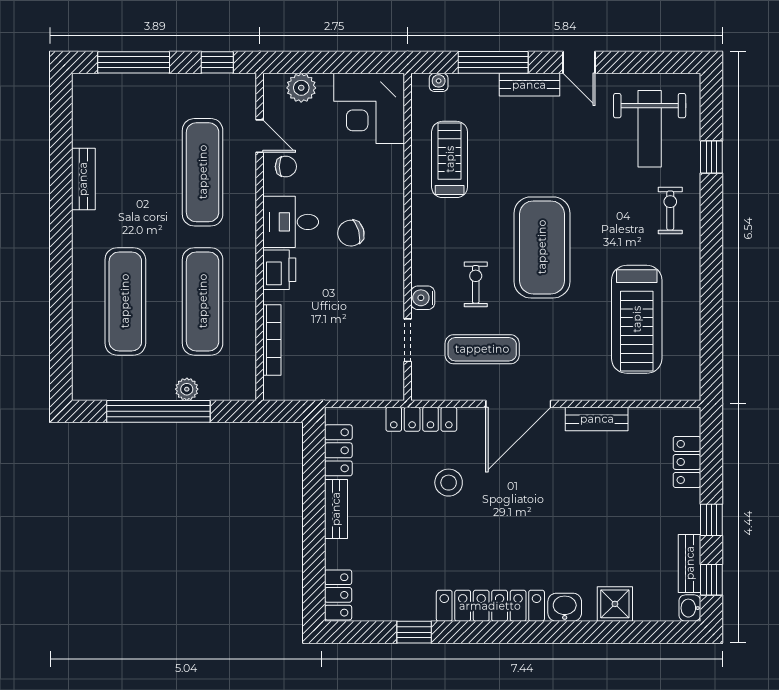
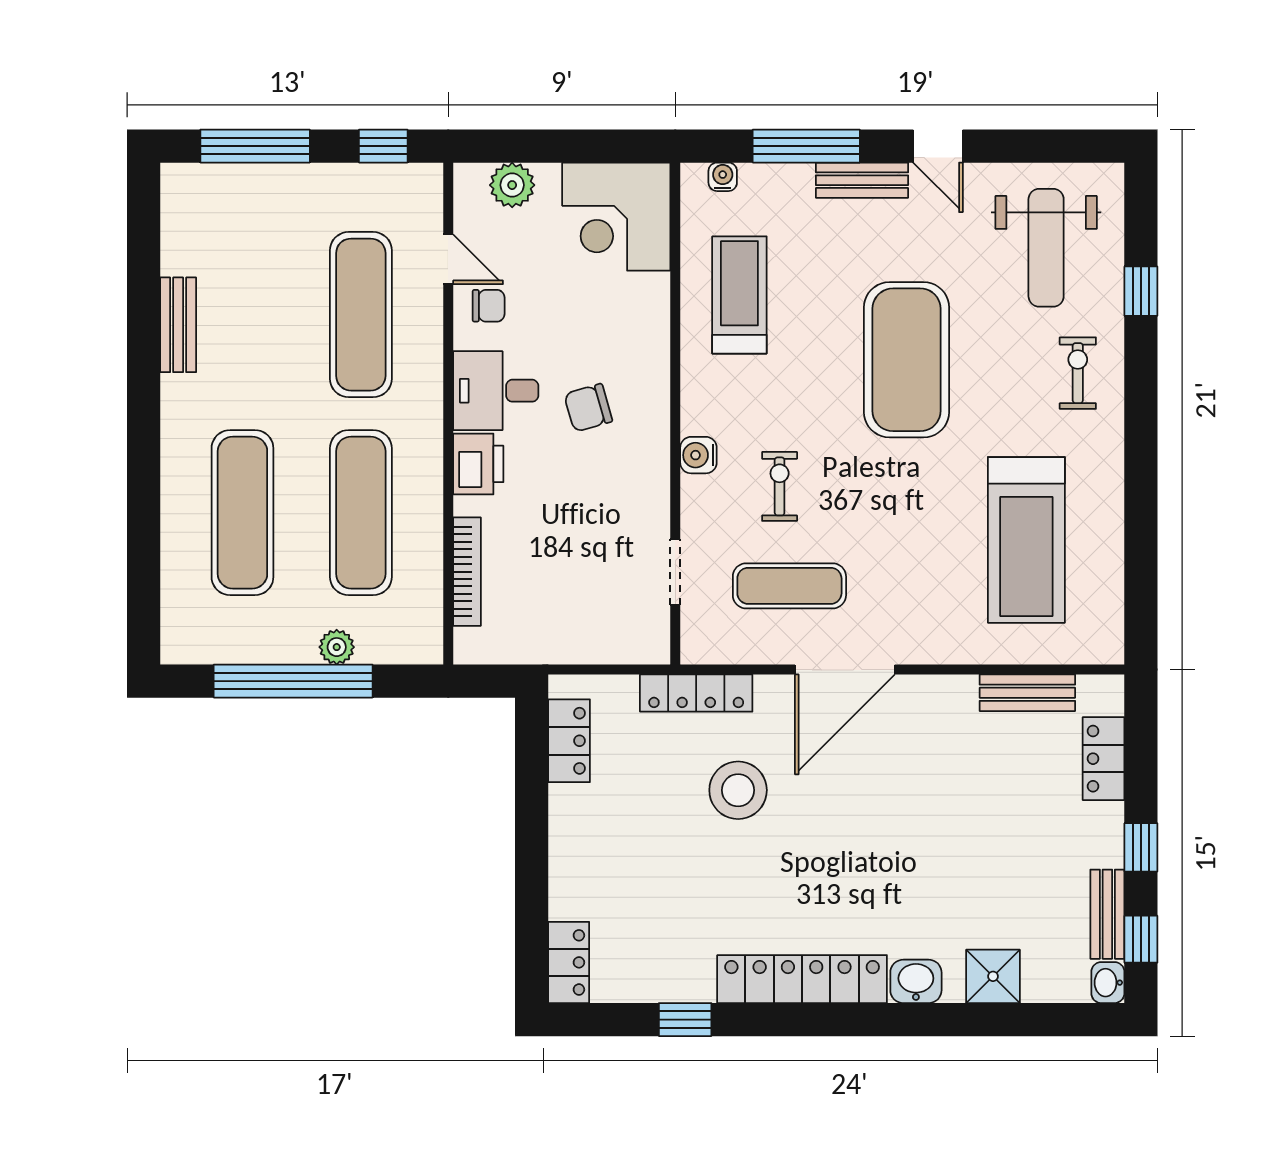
exercise mat: (542, 247) -> (907, 360), moved
water cooler: (423, 298) -> (698, 455), moved
bench: (597, 419) -> (1027, 693), moved
stool: (449, 483) -> (738, 790), width x1.38, depth x1.38
bench: (336, 509) -> (565, 831), removed

